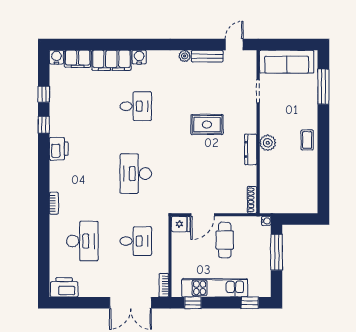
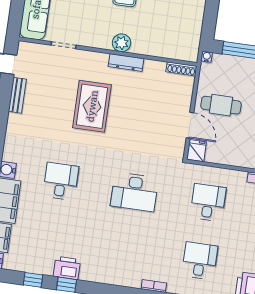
plant: (185, 56) -> (13, 120), removed
rug: (207, 125) -> (92, 106), width x1.36, depth x1.43
printer: (59, 149) -> (67, 268), moved
desk: (82, 241) -> (200, 261), width x0.73

